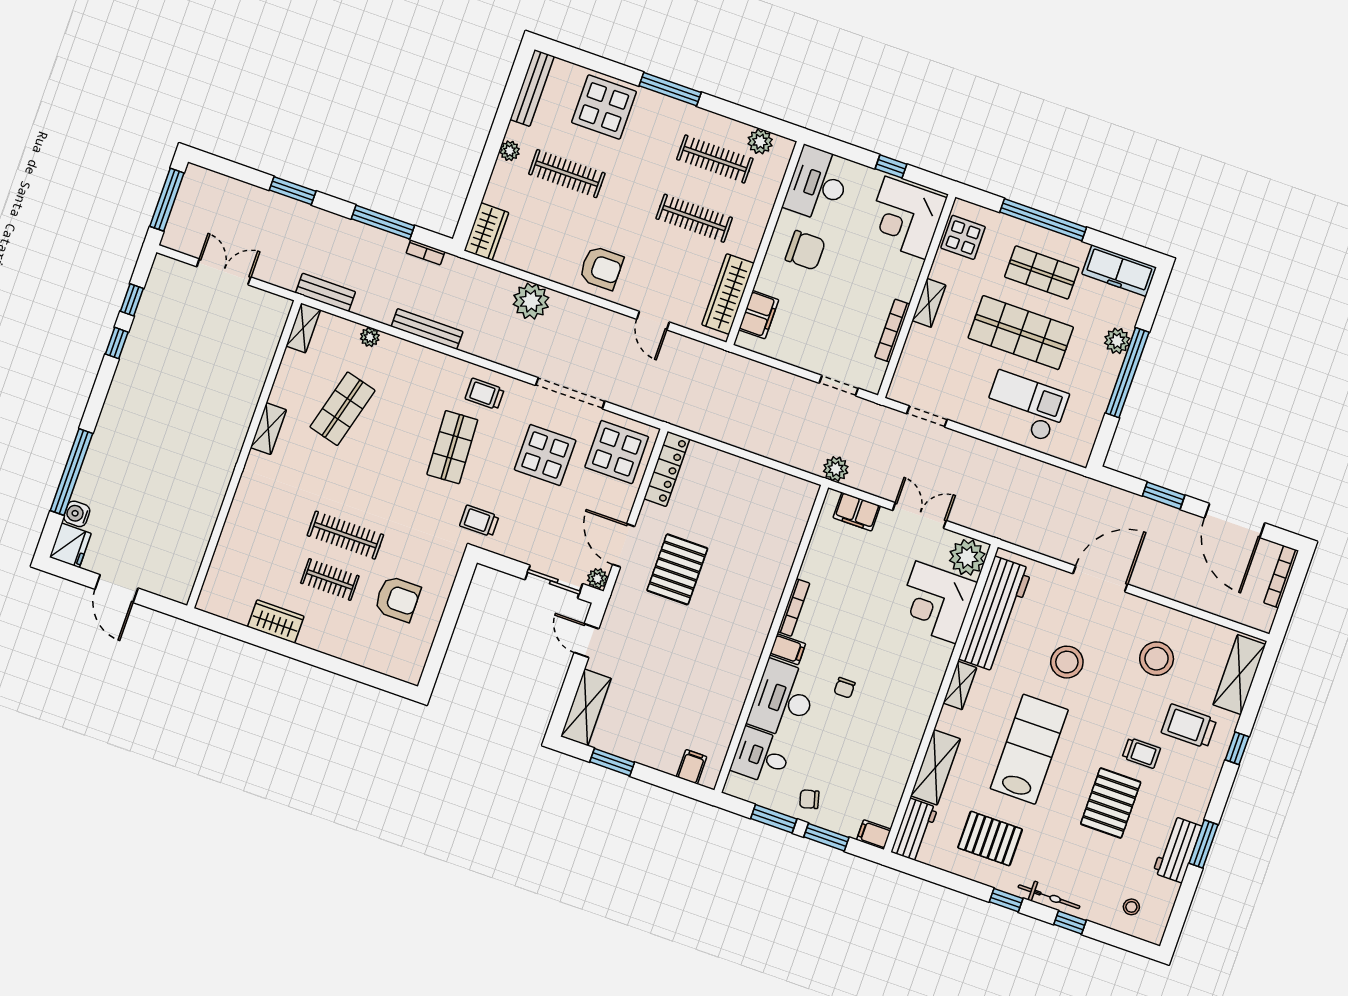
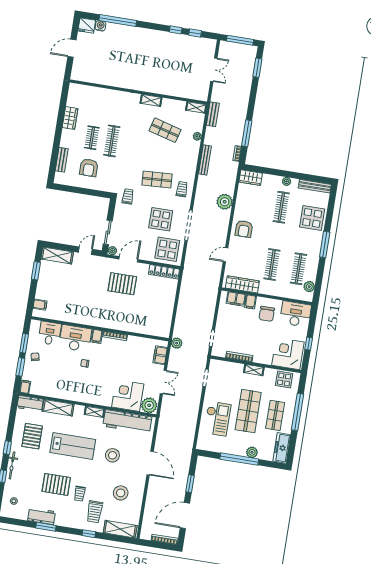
window: (293, 191) -> (257, 68), moved
filing cabinet: (771, 283) -> (250, 302), added
bench: (368, 658) -> (62, 160), added
trolley: (1189, 726) -> (95, 512), turned 180

